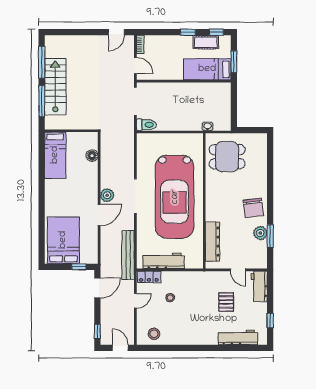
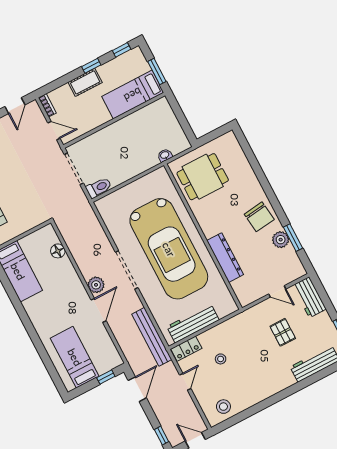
cot: (206, 42) -> (85, 82), moved
bed: (63, 240) -> (75, 357), width x0.67
dresser: (213, 242) -> (225, 258), moved

